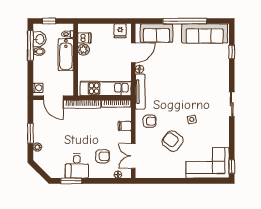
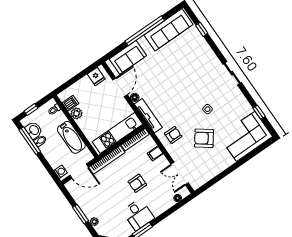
bathtub: (66, 55) -> (71, 137), moved
armchair: (103, 156) -> (137, 183), moved, turned 180
window: (232, 167) -> (259, 112), moved

